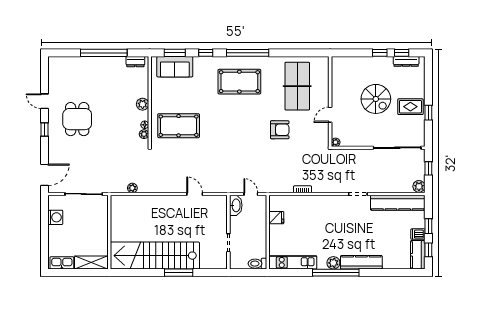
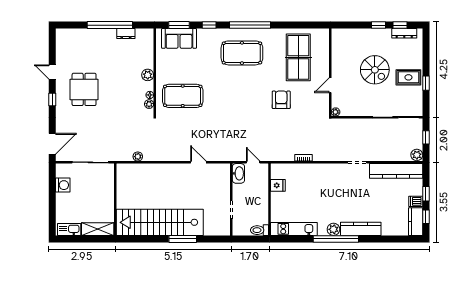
dresser: (135, 62) -> (126, 33), moved
armchair: (280, 130) -> (281, 100), turned -90

